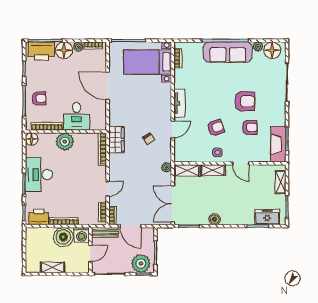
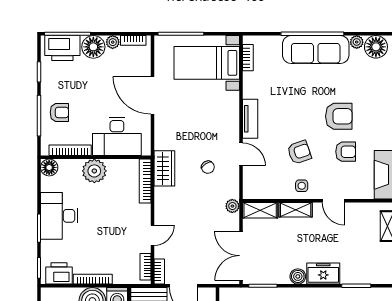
desk: (77, 116) -> (117, 137), width x1.37
door: (173, 129) -> (241, 154), hinge flipped
freezer: (267, 217) -> (323, 273), moved

